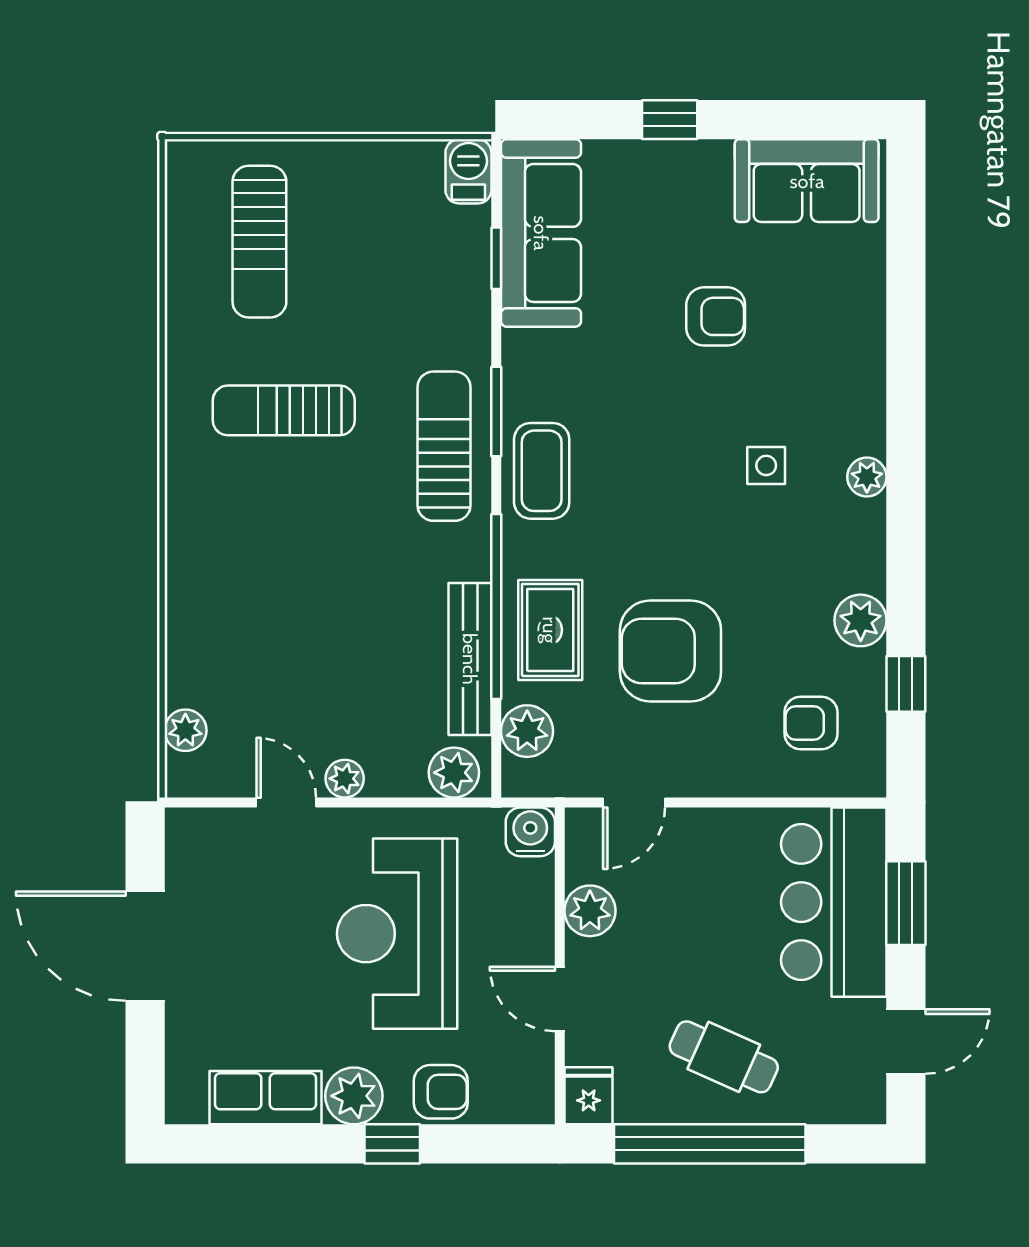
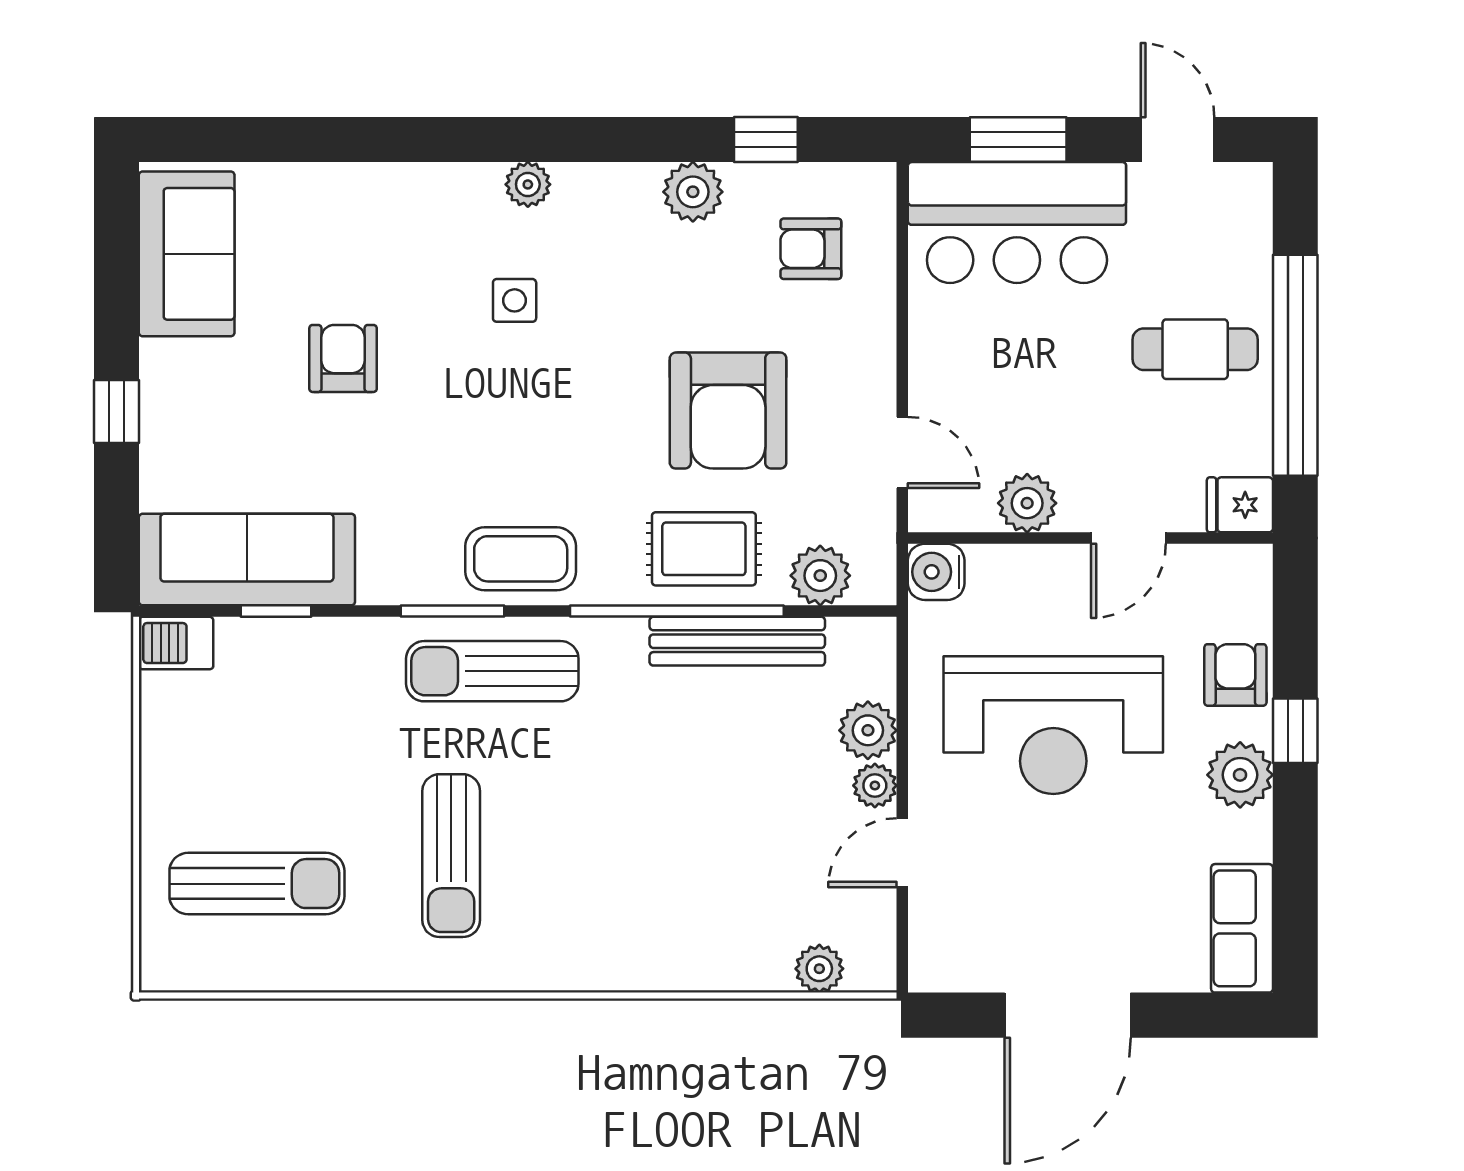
armchair: (811, 723) -> (811, 249), turned 90
plant: (454, 773) -> (868, 730), moved
cafe table: (724, 1057) -> (1195, 349), turned 66
row of seats: (266, 1098) -> (1242, 928), moved

